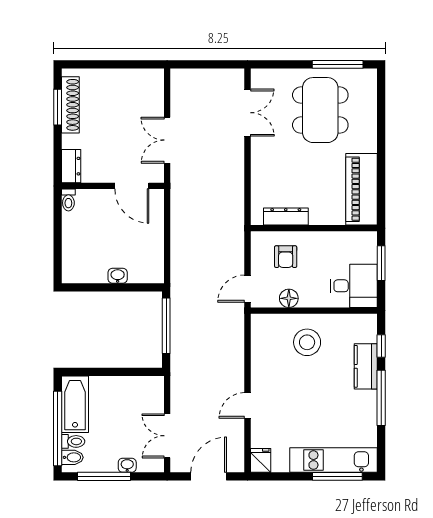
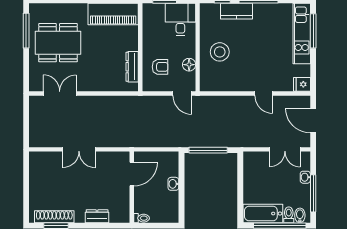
wall: (113, 186) -> (132, 187), moved
door: (132, 186) -> (132, 174), moved
toilet: (68, 200) -> (142, 218), moved

